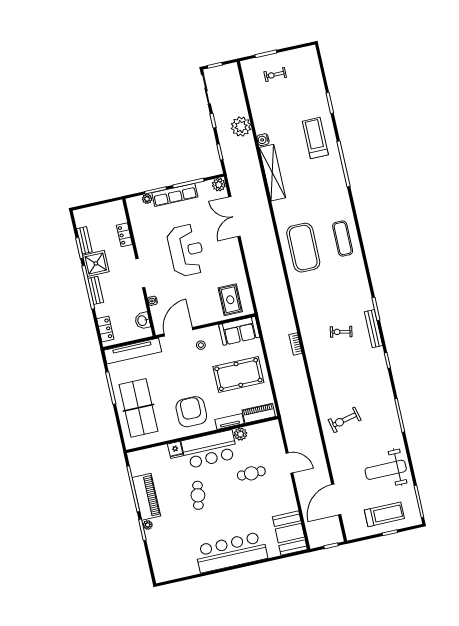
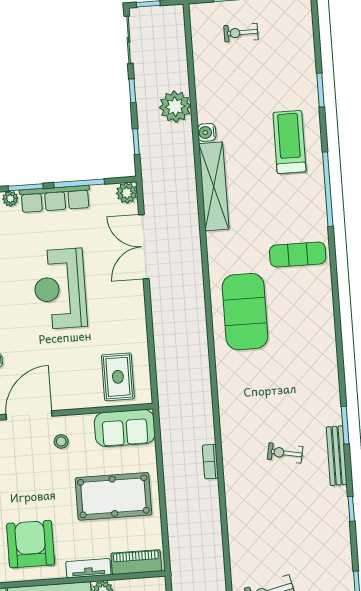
exercise mat: (343, 239) -> (298, 255), moved, turned 90
reception desk: (186, 250) -> (60, 289), turned 180

